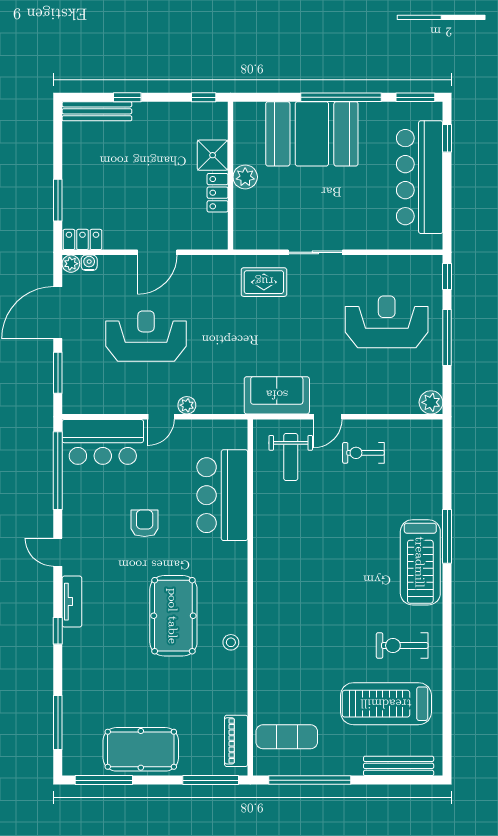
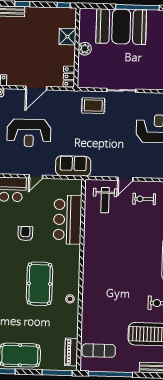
locker: (218, 193) -> (69, 76), moved
reception desk: (146, 336) -> (29, 133), turned 180
sofa: (277, 395) -> (73, 166), moved
plant: (187, 405) -> (50, 171), removed

